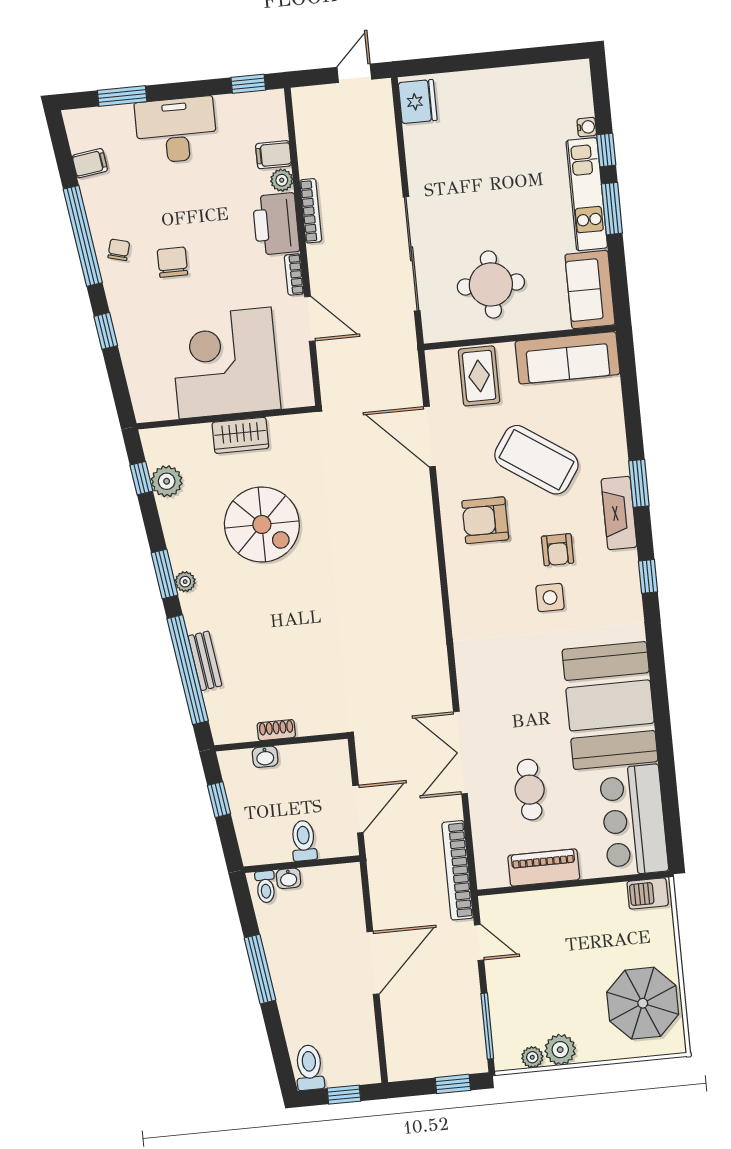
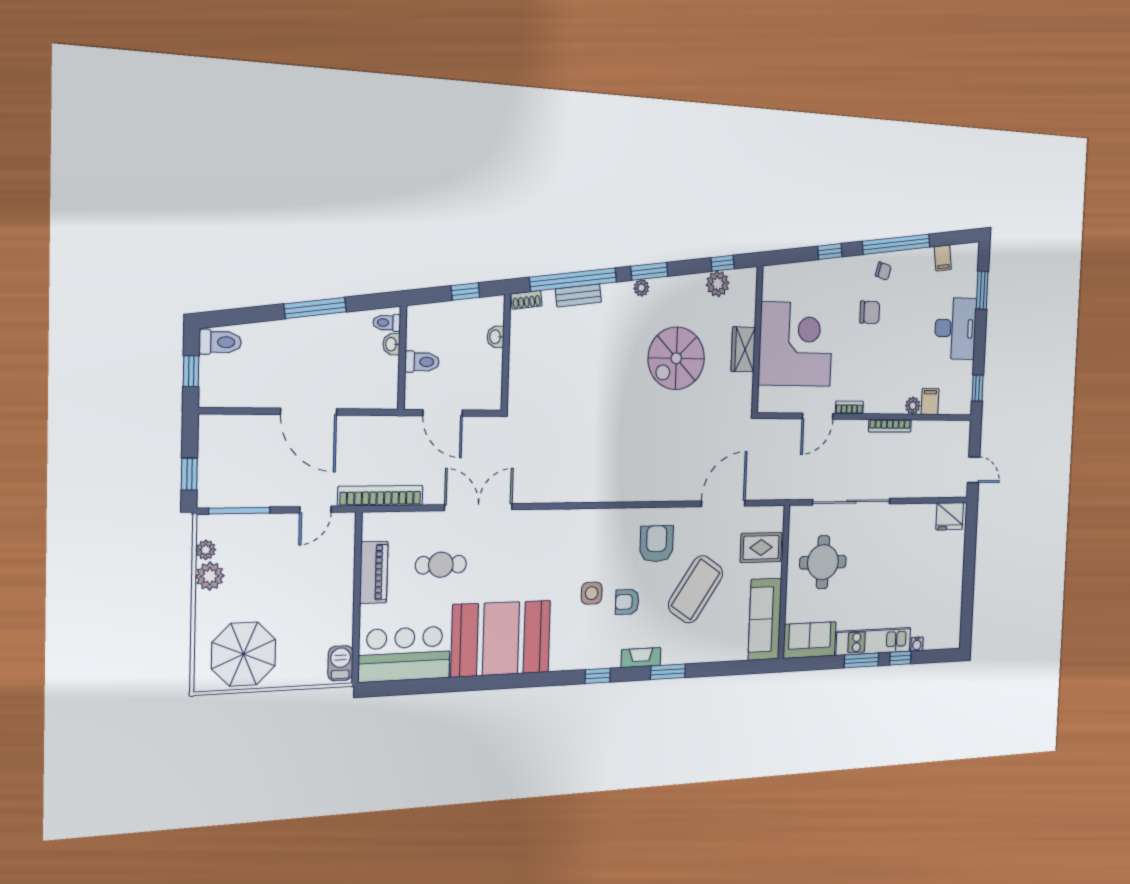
printer: (276, 224) -> (885, 397), removed
fireplace: (619, 513) -> (641, 658), width x0.73, depth x0.76
shoe rack: (276, 730) -> (526, 300), moved, turned 82

